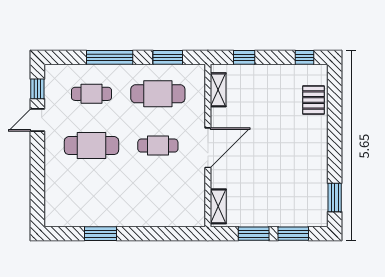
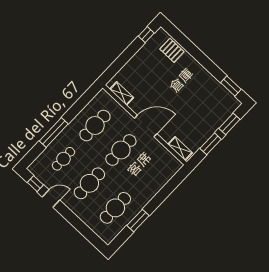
window: (168, 57) -> (81, 103), removed
window: (244, 57) -> (118, 65), removed
door: (37, 120) -> (51, 198), swing flipped
cafe table: (158, 146) -> (121, 150), width x1.37, depth x1.35
door: (208, 148) -> (146, 126), hinge flipped
cafe table: (92, 197) -> (115, 208), added

